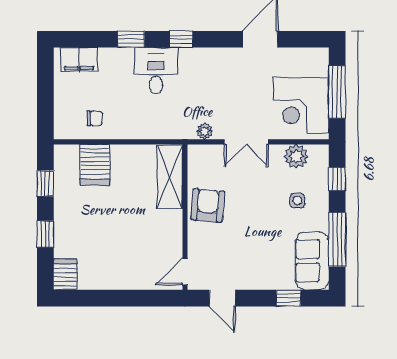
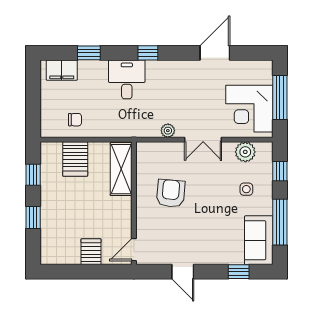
window: (131, 39) -> (89, 53), moved
shelving: (170, 177) -> (121, 169), moved
wall: (185, 217) -> (134, 203), moved
door: (185, 272) -> (134, 250), moved
server rack: (65, 274) -> (91, 252), moved

